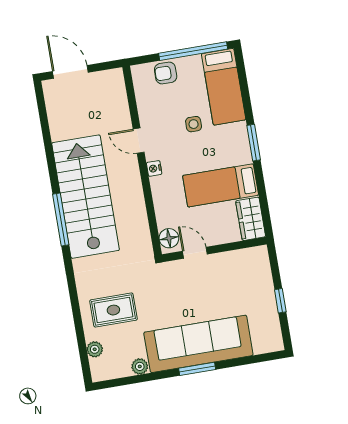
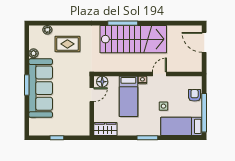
door: (70, 72) -> (204, 42), swing flipped
bed: (221, 185) -> (128, 96), moved, turned 180
rug: (113, 310) -> (67, 44), turned 90

